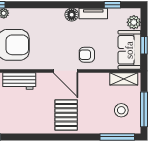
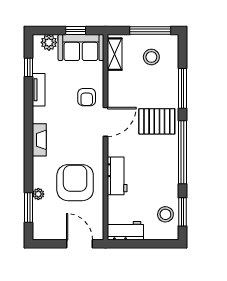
fireplace: (50, 14) -> (39, 140), added
floor lamp: (72, 15) -> (40, 115), removed
window: (40, 137) -> (183, 152), added
window: (117, 137) -> (183, 88), moved

